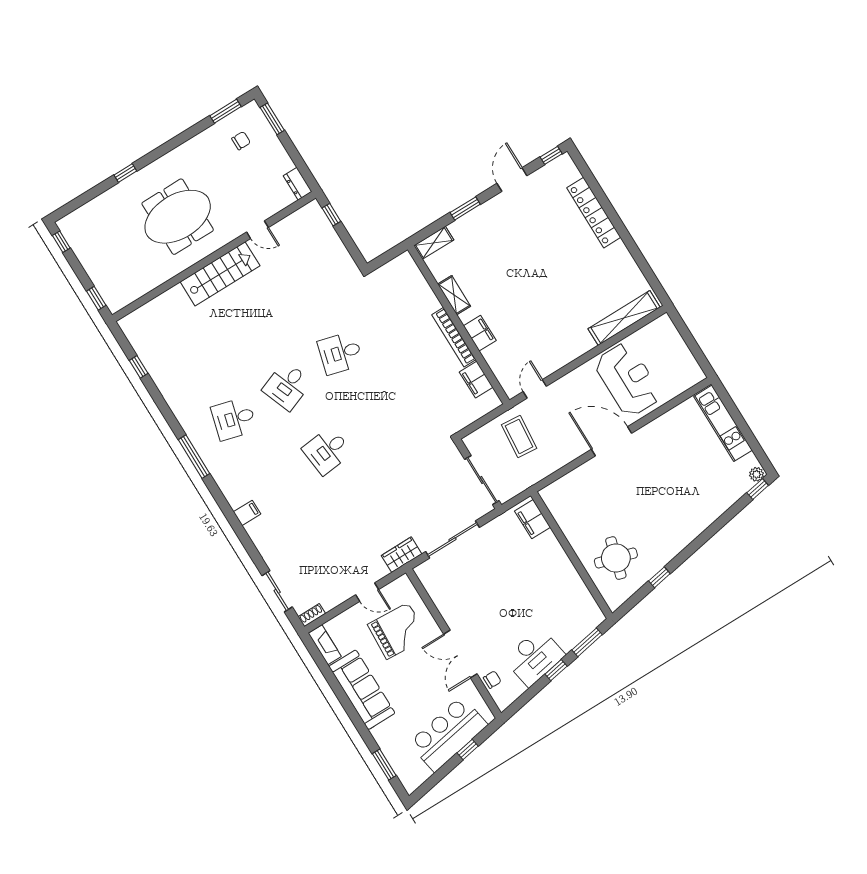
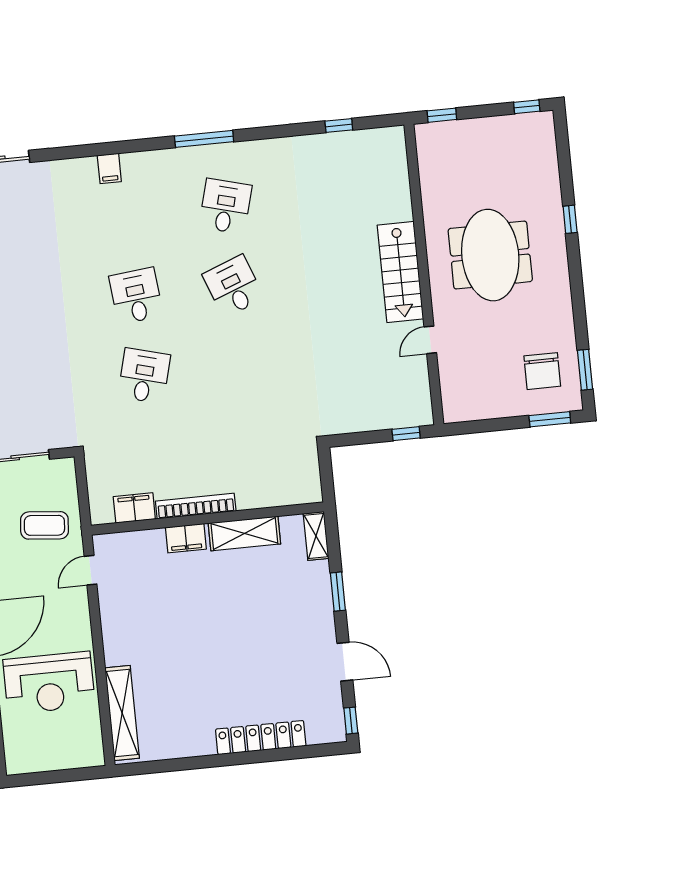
chair: (241, 141) -> (542, 371), width x1.87, depth x1.87
dresser: (298, 184) -> (461, 412), removed
shelving: (454, 295) -> (244, 533), width x1.50, depth x1.33
desk: (340, 353) -> (144, 376), moved
door: (535, 389) -> (91, 570), swing flipped

